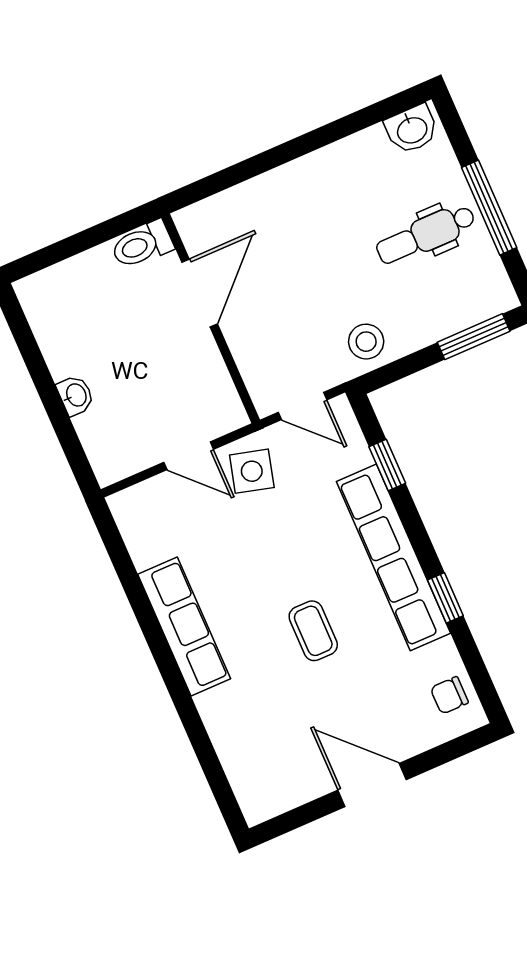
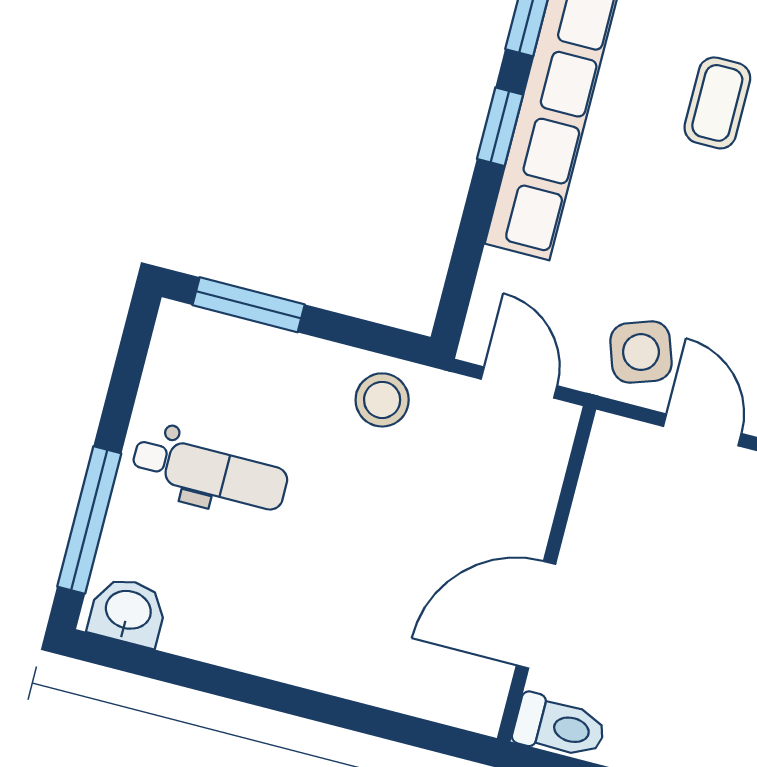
window: (489, 208) -> (89, 520), moved
window: (387, 465) -> (500, 127), moved
side table: (252, 471) -> (641, 352), turned -34

